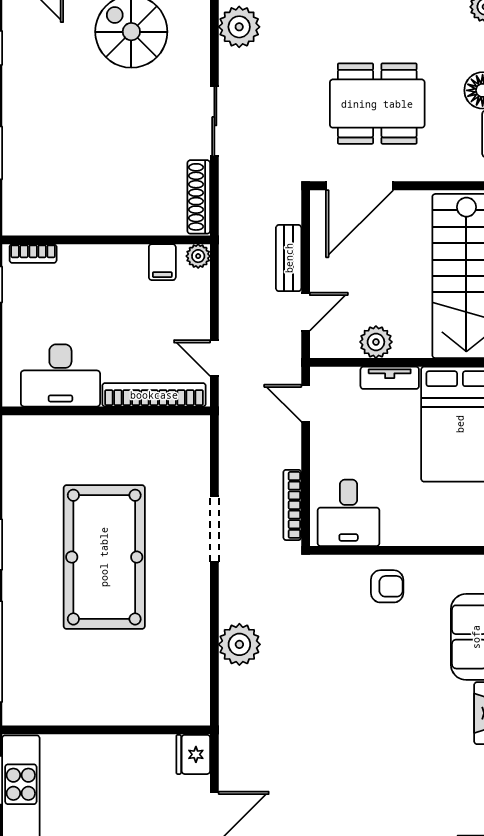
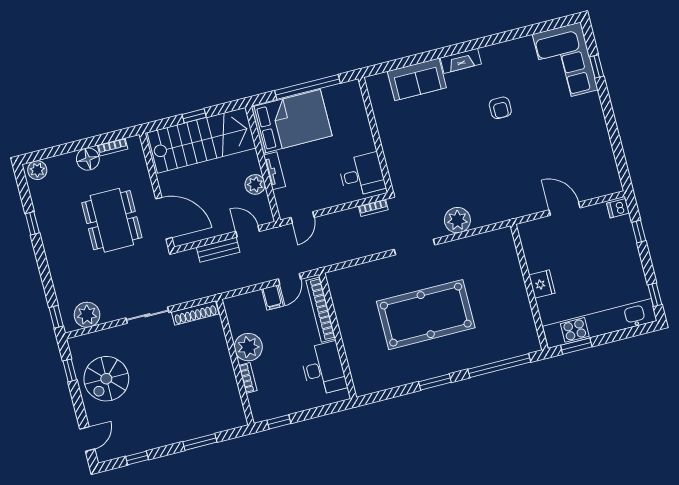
bookcase: (33, 254) -> (248, 378), moved
plant: (198, 256) -> (248, 347), moved, width x1.87, depth x1.87
filing cabinet: (162, 262) -> (272, 298), moved, turned 90
bookcase: (292, 505) -> (373, 208), width x0.64
doorway: (214, 529) -> (414, 247), moved
armchair: (387, 586) -> (500, 108), moved, turned 180
fridge: (193, 754) -> (542, 284), moved, turned -90

